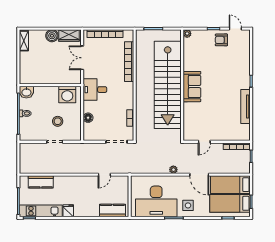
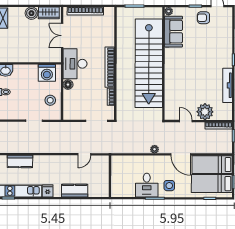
bookcase: (129, 62) -> (110, 67), moved
sofa: (192, 87) -> (173, 32), moved
desk: (95, 90) -> (75, 64), width x1.37
floor lamp: (88, 118) -> (68, 85), moved
stool: (58, 121) -> (50, 100), moved
plant: (223, 133) -> (205, 112), added
door: (204, 142) -> (186, 121), swing flipped
desk: (156, 201) -> (147, 185), width x0.53, depth x0.77
kitchen counter: (112, 210) -> (75, 191), moved

